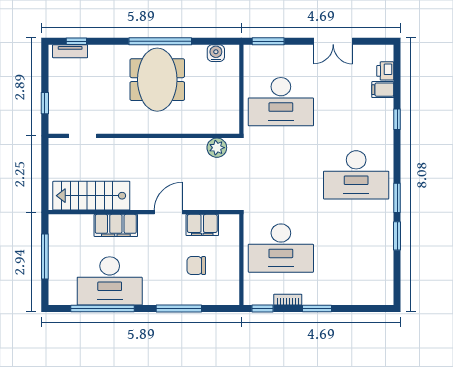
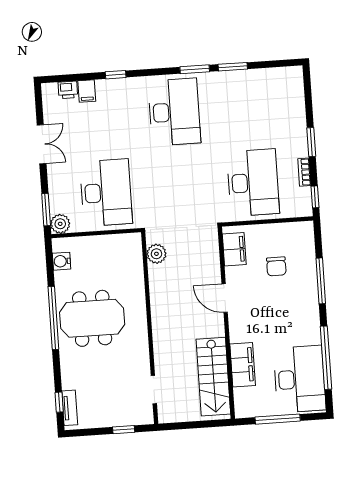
plant: (253, 54) -> (60, 224), added
filing cabinet: (116, 225) -> (243, 365), moved
filing cabinet: (202, 225) -> (234, 249), moved
desk: (110, 281) -> (300, 379), moved

